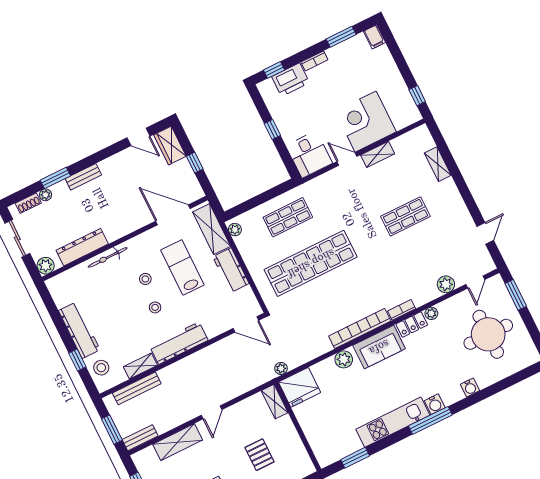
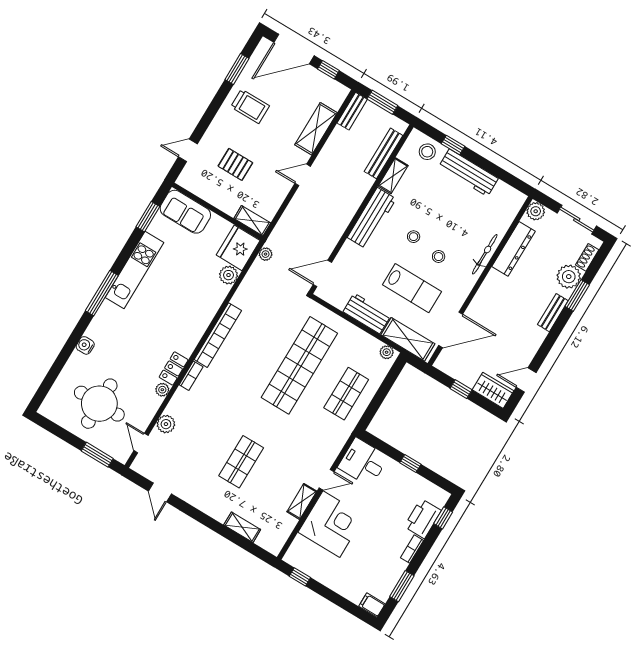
plant: (45, 195) -> (569, 277), width x1.88, depth x1.88
sofa: (379, 347) -> (185, 212), moved, turned -90
plant: (344, 359) -> (229, 275), moved
water cooler: (435, 404) -> (107, 310), removed
door: (212, 412) -> (303, 175), hinge flipped

